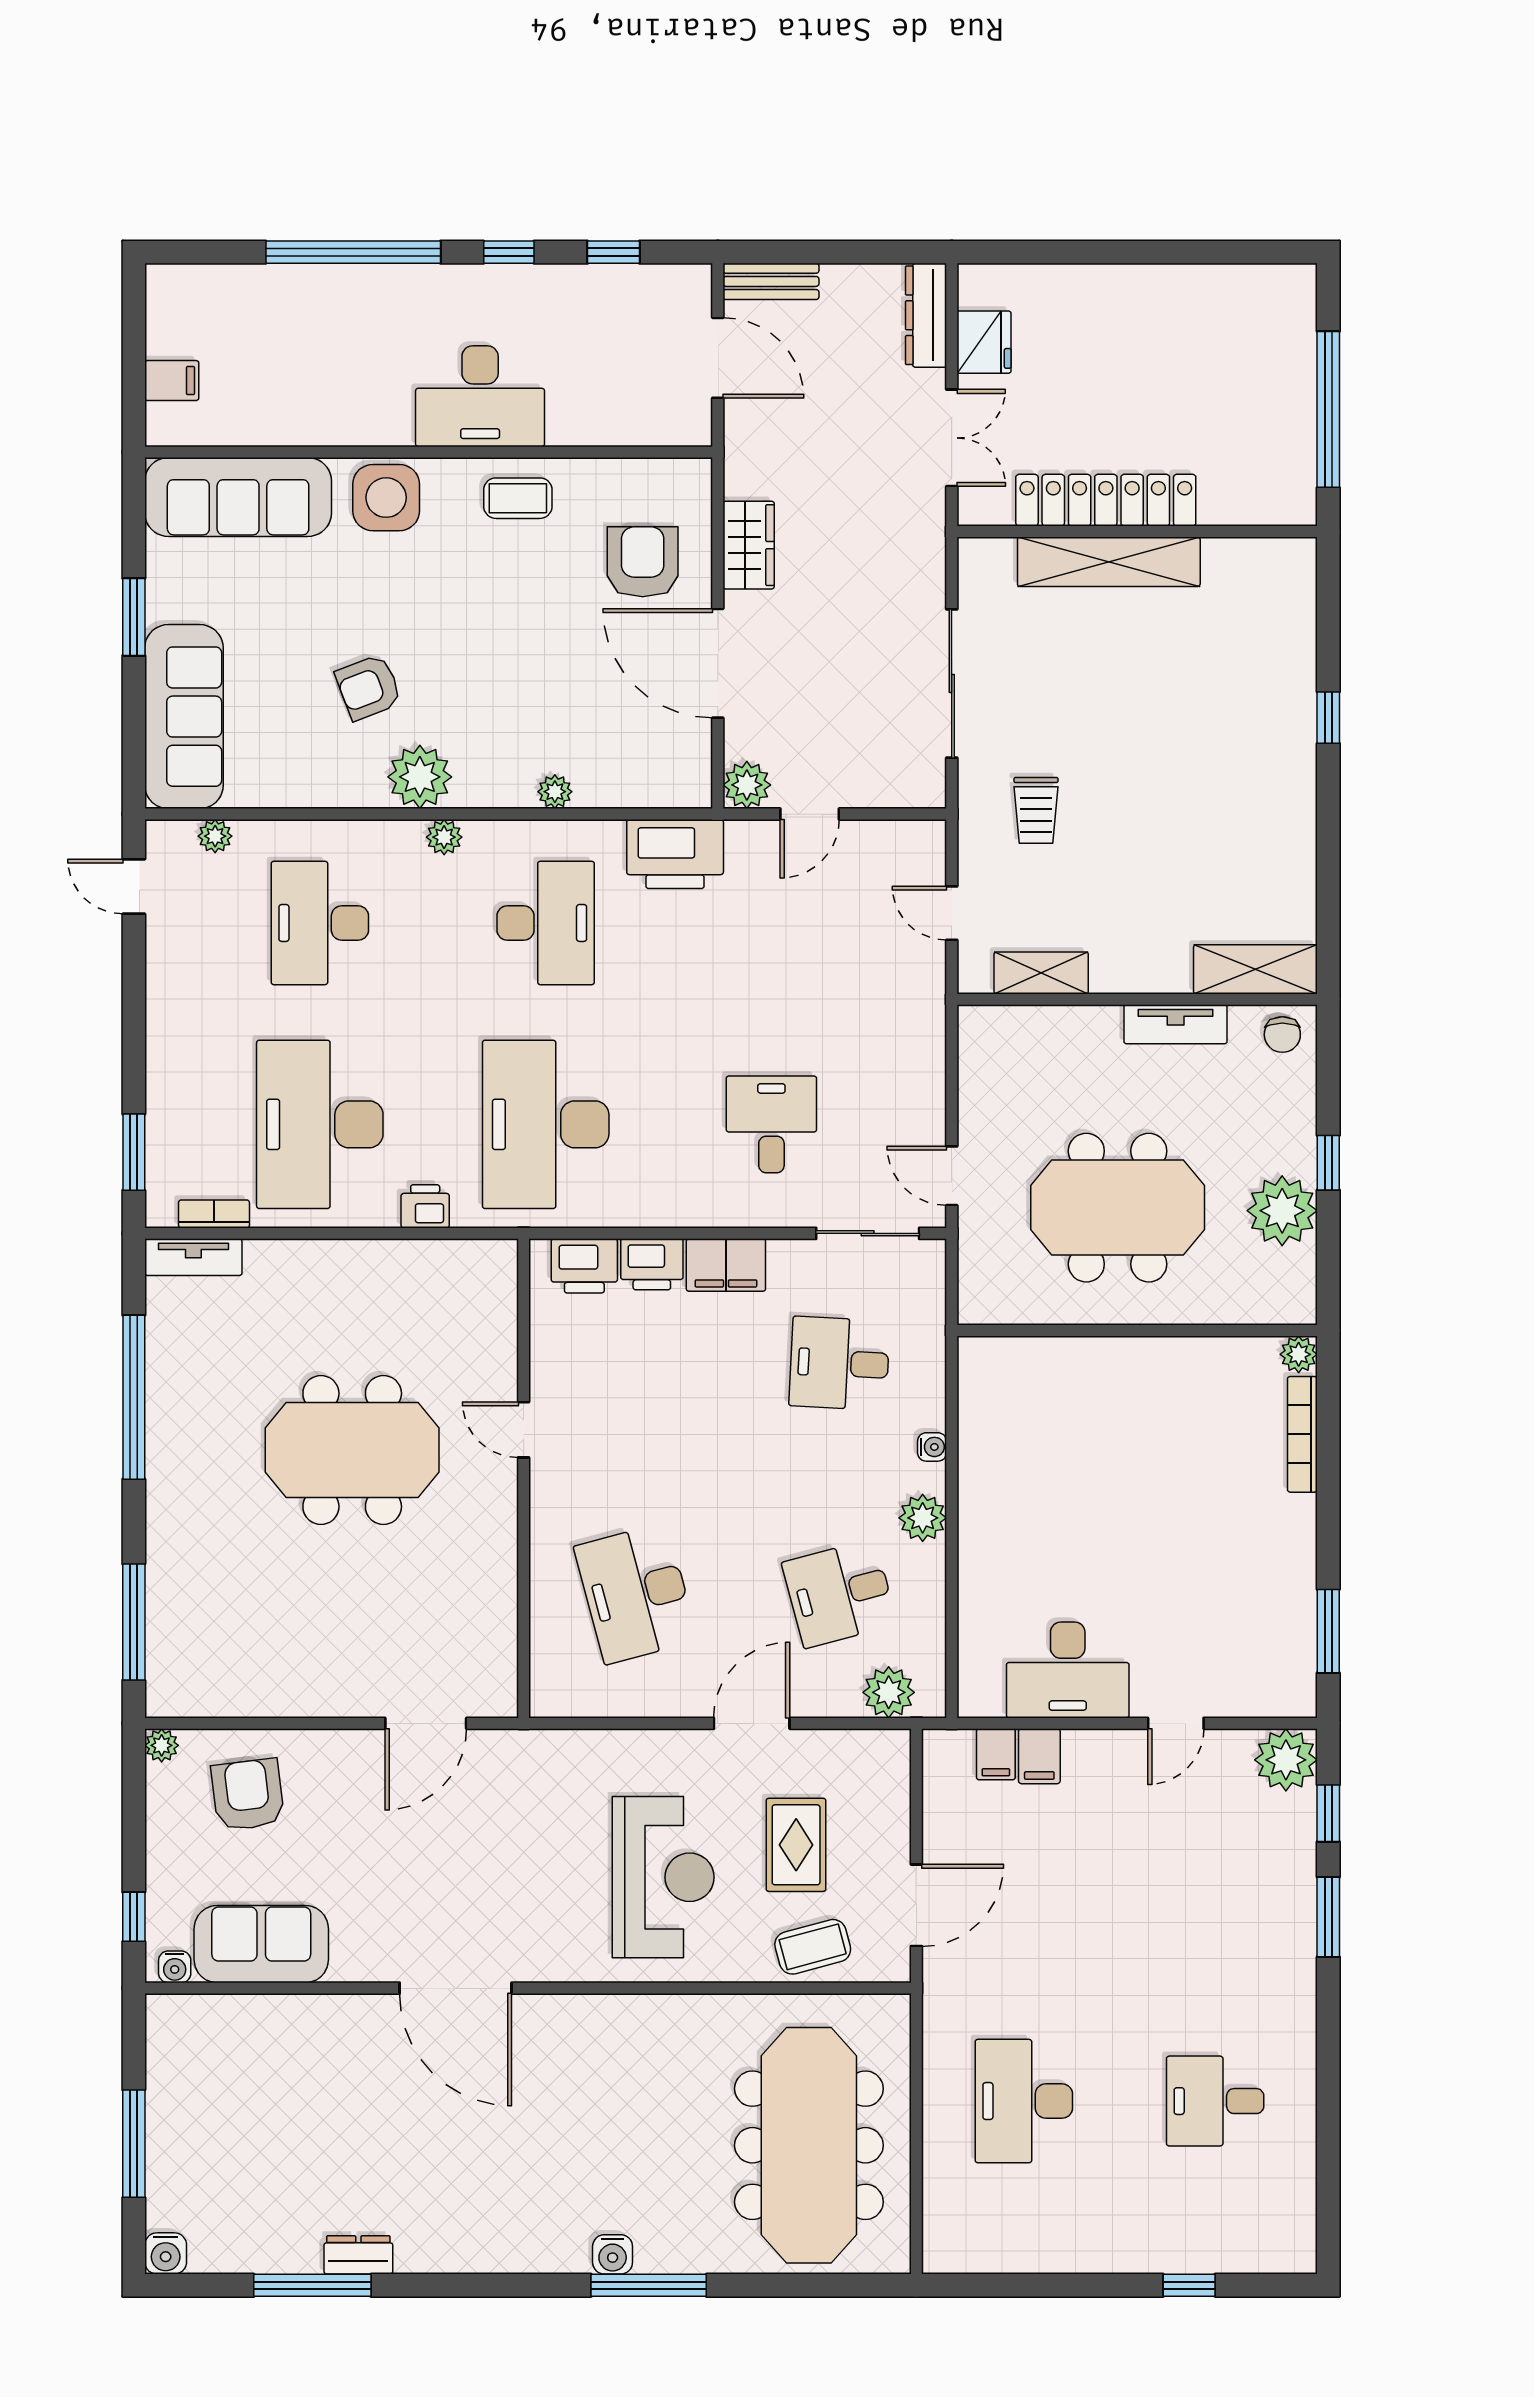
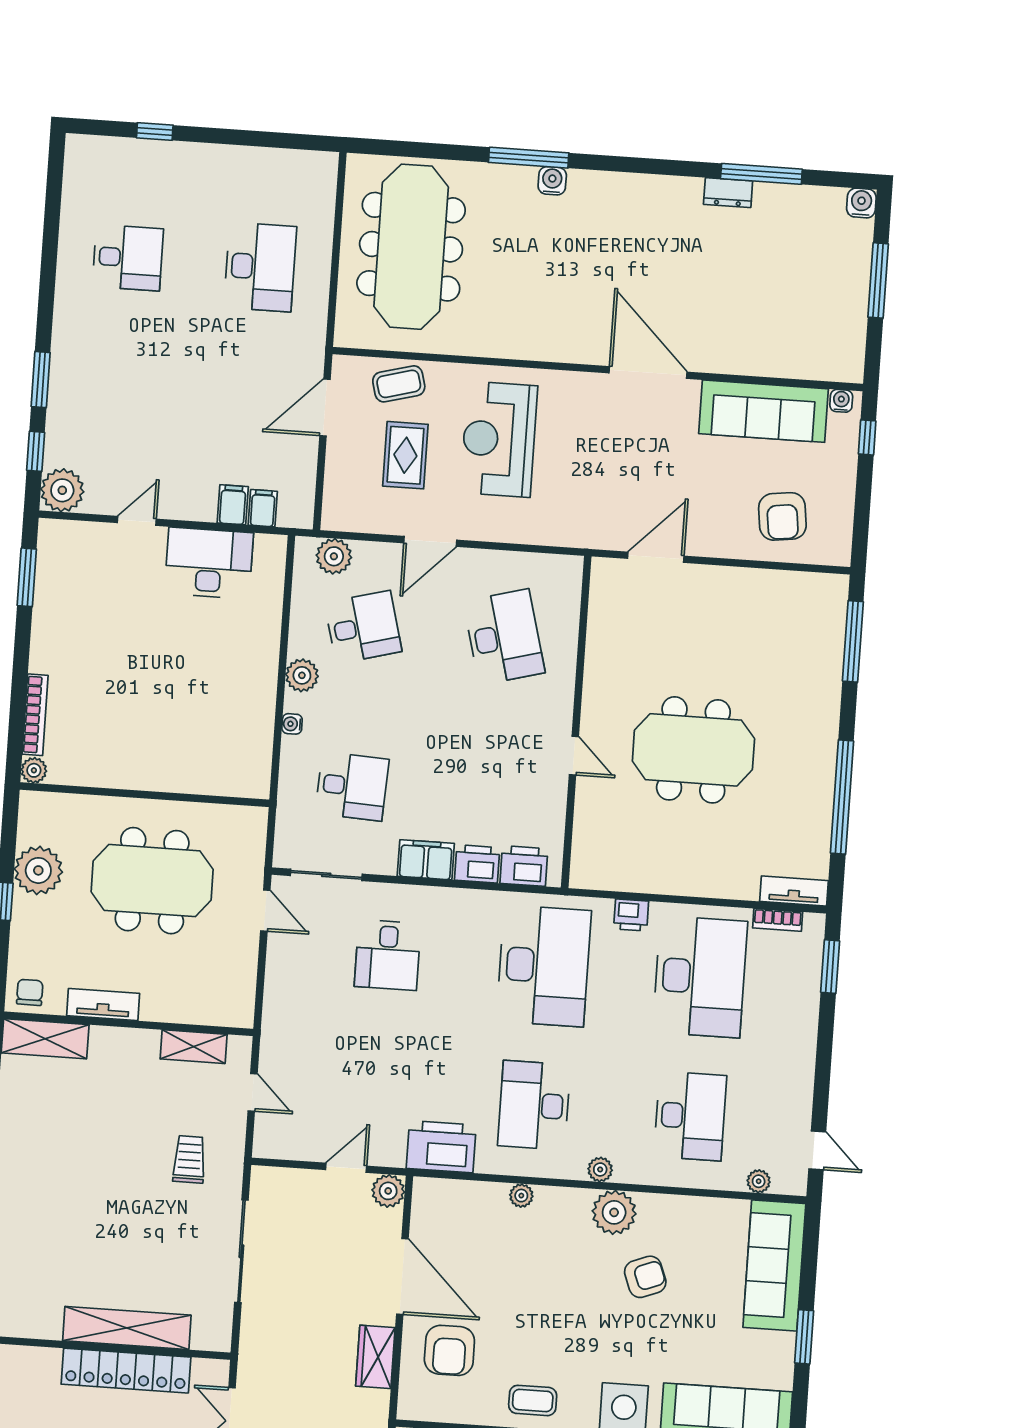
plant: (162, 1745) -> (840, 555), removed
sofa: (261, 1944) -> (764, 411), width x1.36

